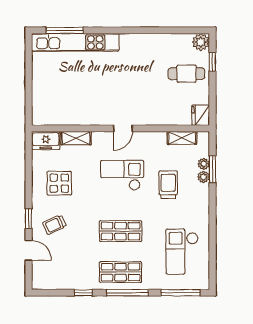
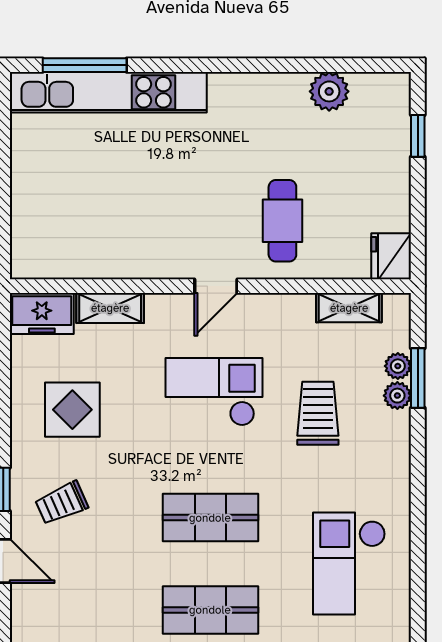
plant: (201, 42) -> (329, 91), moved
cafe table: (186, 74) -> (282, 221), moved, turned 90

